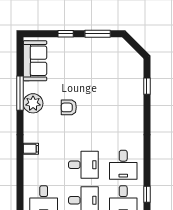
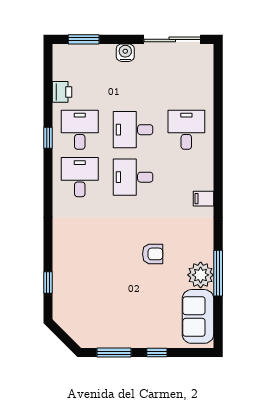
plant: (33, 103) -> (201, 275), moved

